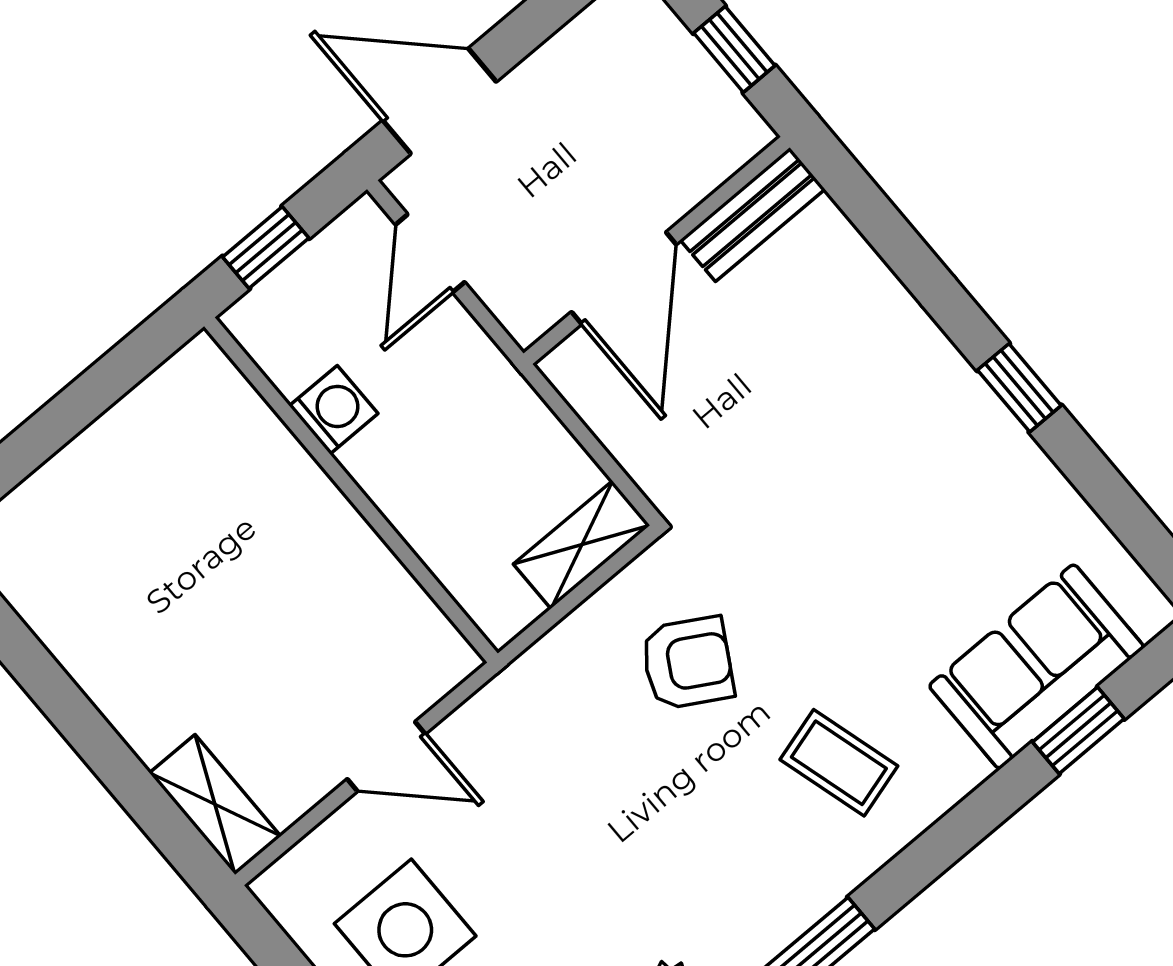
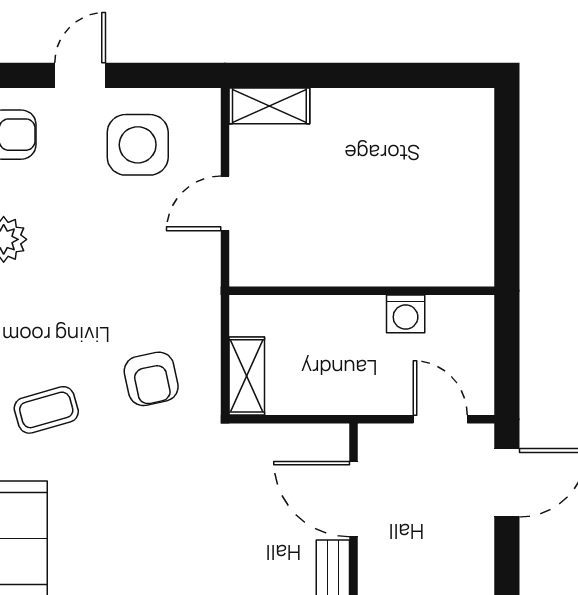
window: (266, 247) -> (507, 346), removed
armchair: (687, 663) -> (151, 379), turned -42

